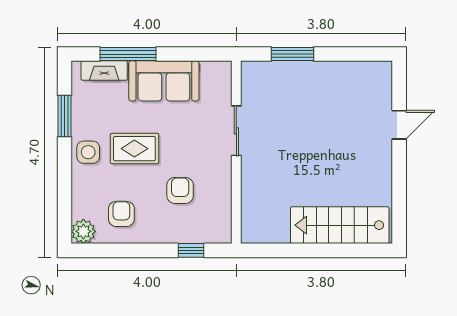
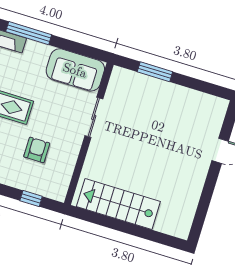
sofa: (164, 81) -> (75, 70), moved
stairs: (340, 225) -> (118, 204), moved

